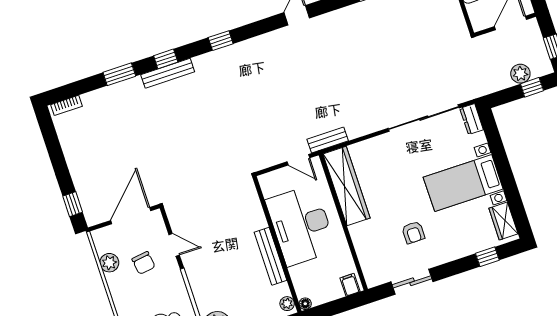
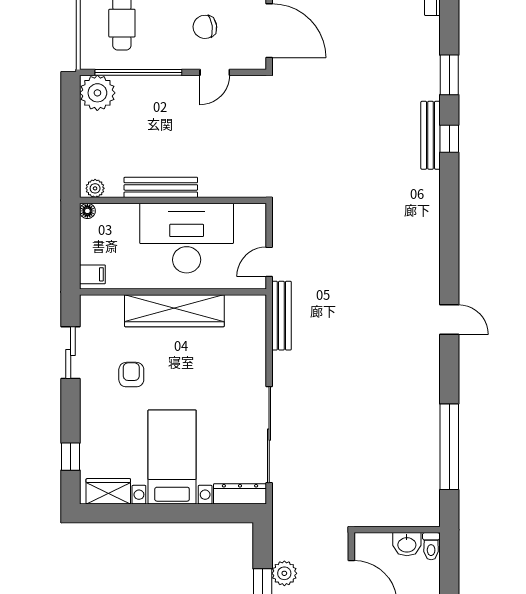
window: (221, 41) -> (449, 215), removed
dresser: (472, 119) -> (240, 494), width x1.44
bench: (328, 140) -> (281, 316), width x1.36
wardrobe: (346, 186) -> (174, 311), moved
armchair: (413, 232) -> (131, 375), turned 90

